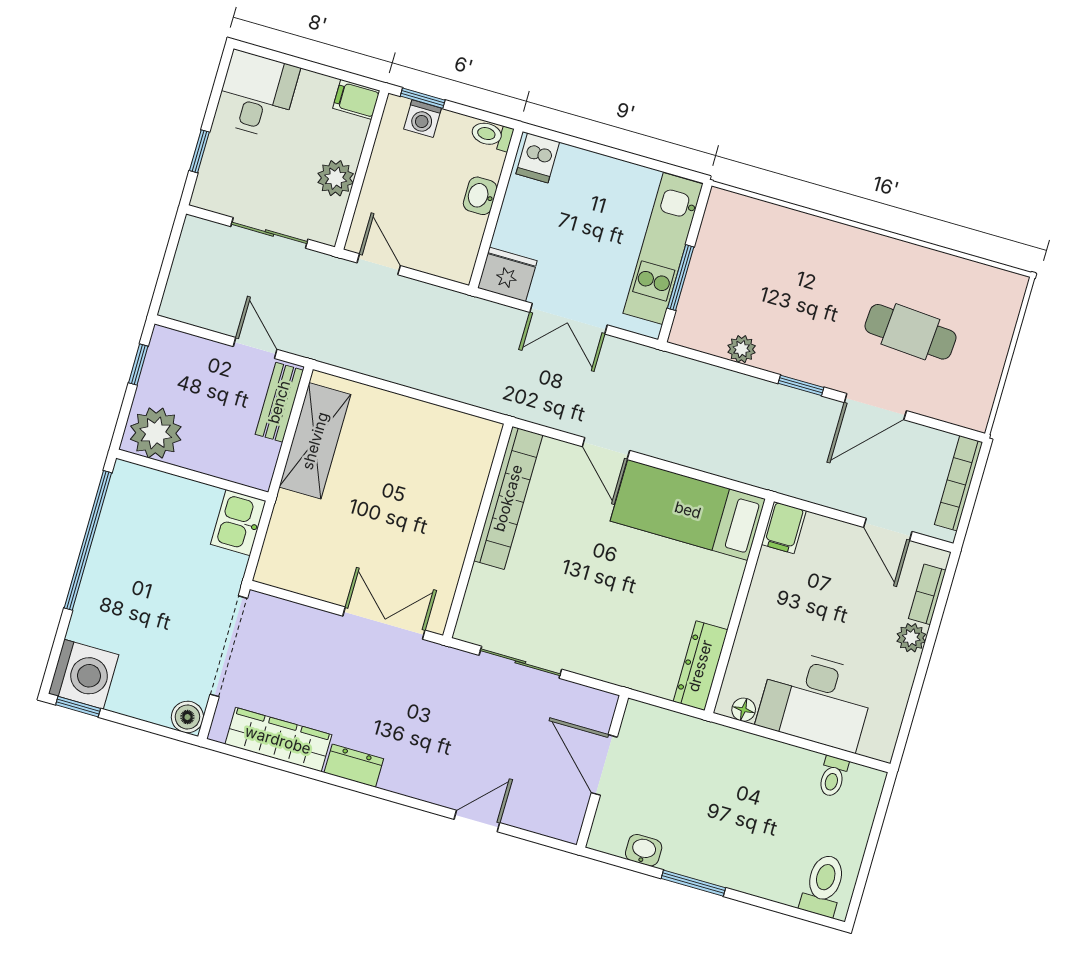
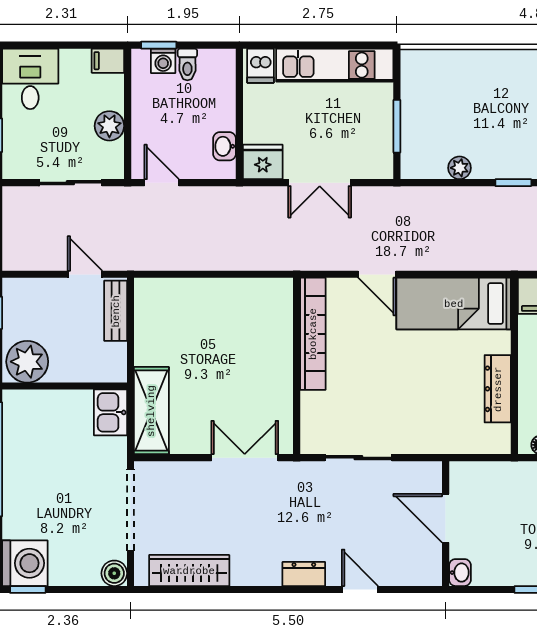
toilet: (492, 135) -> (187, 64), moved, turned -90
washbasin: (480, 196) -> (224, 146), moved
kitchen unit: (663, 249) -> (335, 65), moved, turned -90
shelving: (315, 441) -> (151, 411), moved
dresser: (700, 666) -> (498, 389), moved
dresser: (354, 766) -> (304, 574), moved
door: (477, 821) -> (360, 589), hinge flipped
washbasin: (644, 850) -> (460, 573), moved, turned 90

